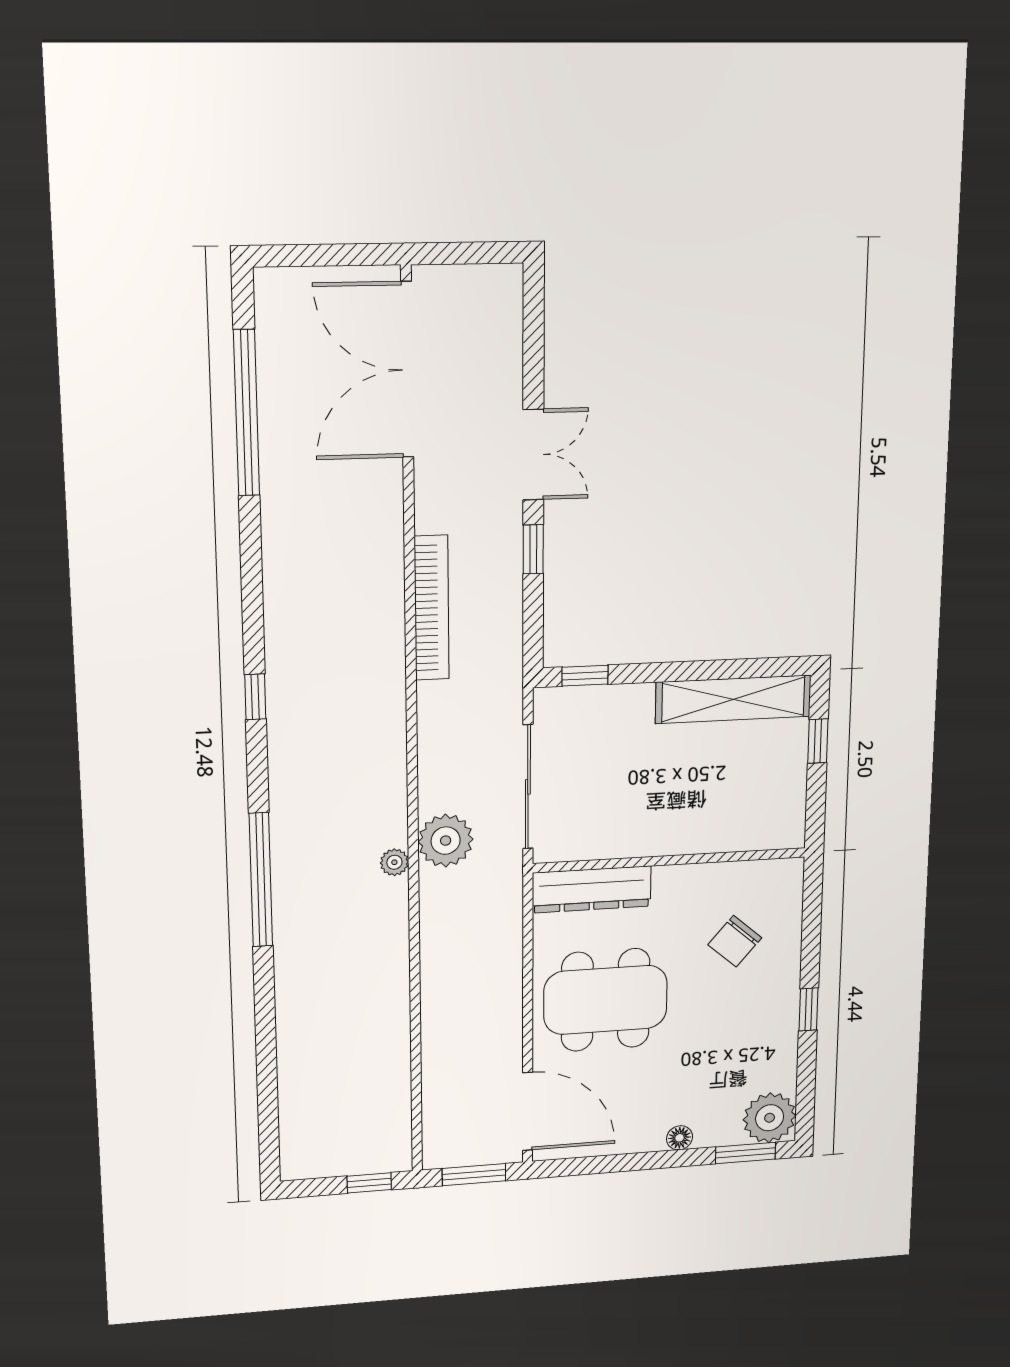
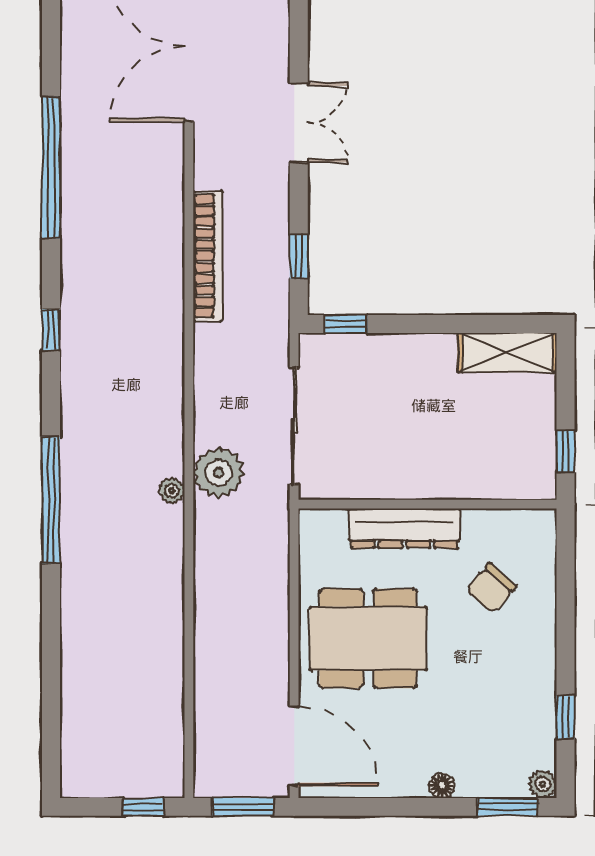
window: (247, 413) -> (51, 168), moved
window: (533, 549) -> (299, 256), moved
shelving: (733, 699) -> (507, 353), width x0.68
window: (818, 741) -> (566, 451), moved
dresser: (592, 889) -> (404, 528), moved
window: (809, 1009) -> (566, 717), moved
plant: (770, 1118) -> (543, 784), width x0.53, depth x0.53

